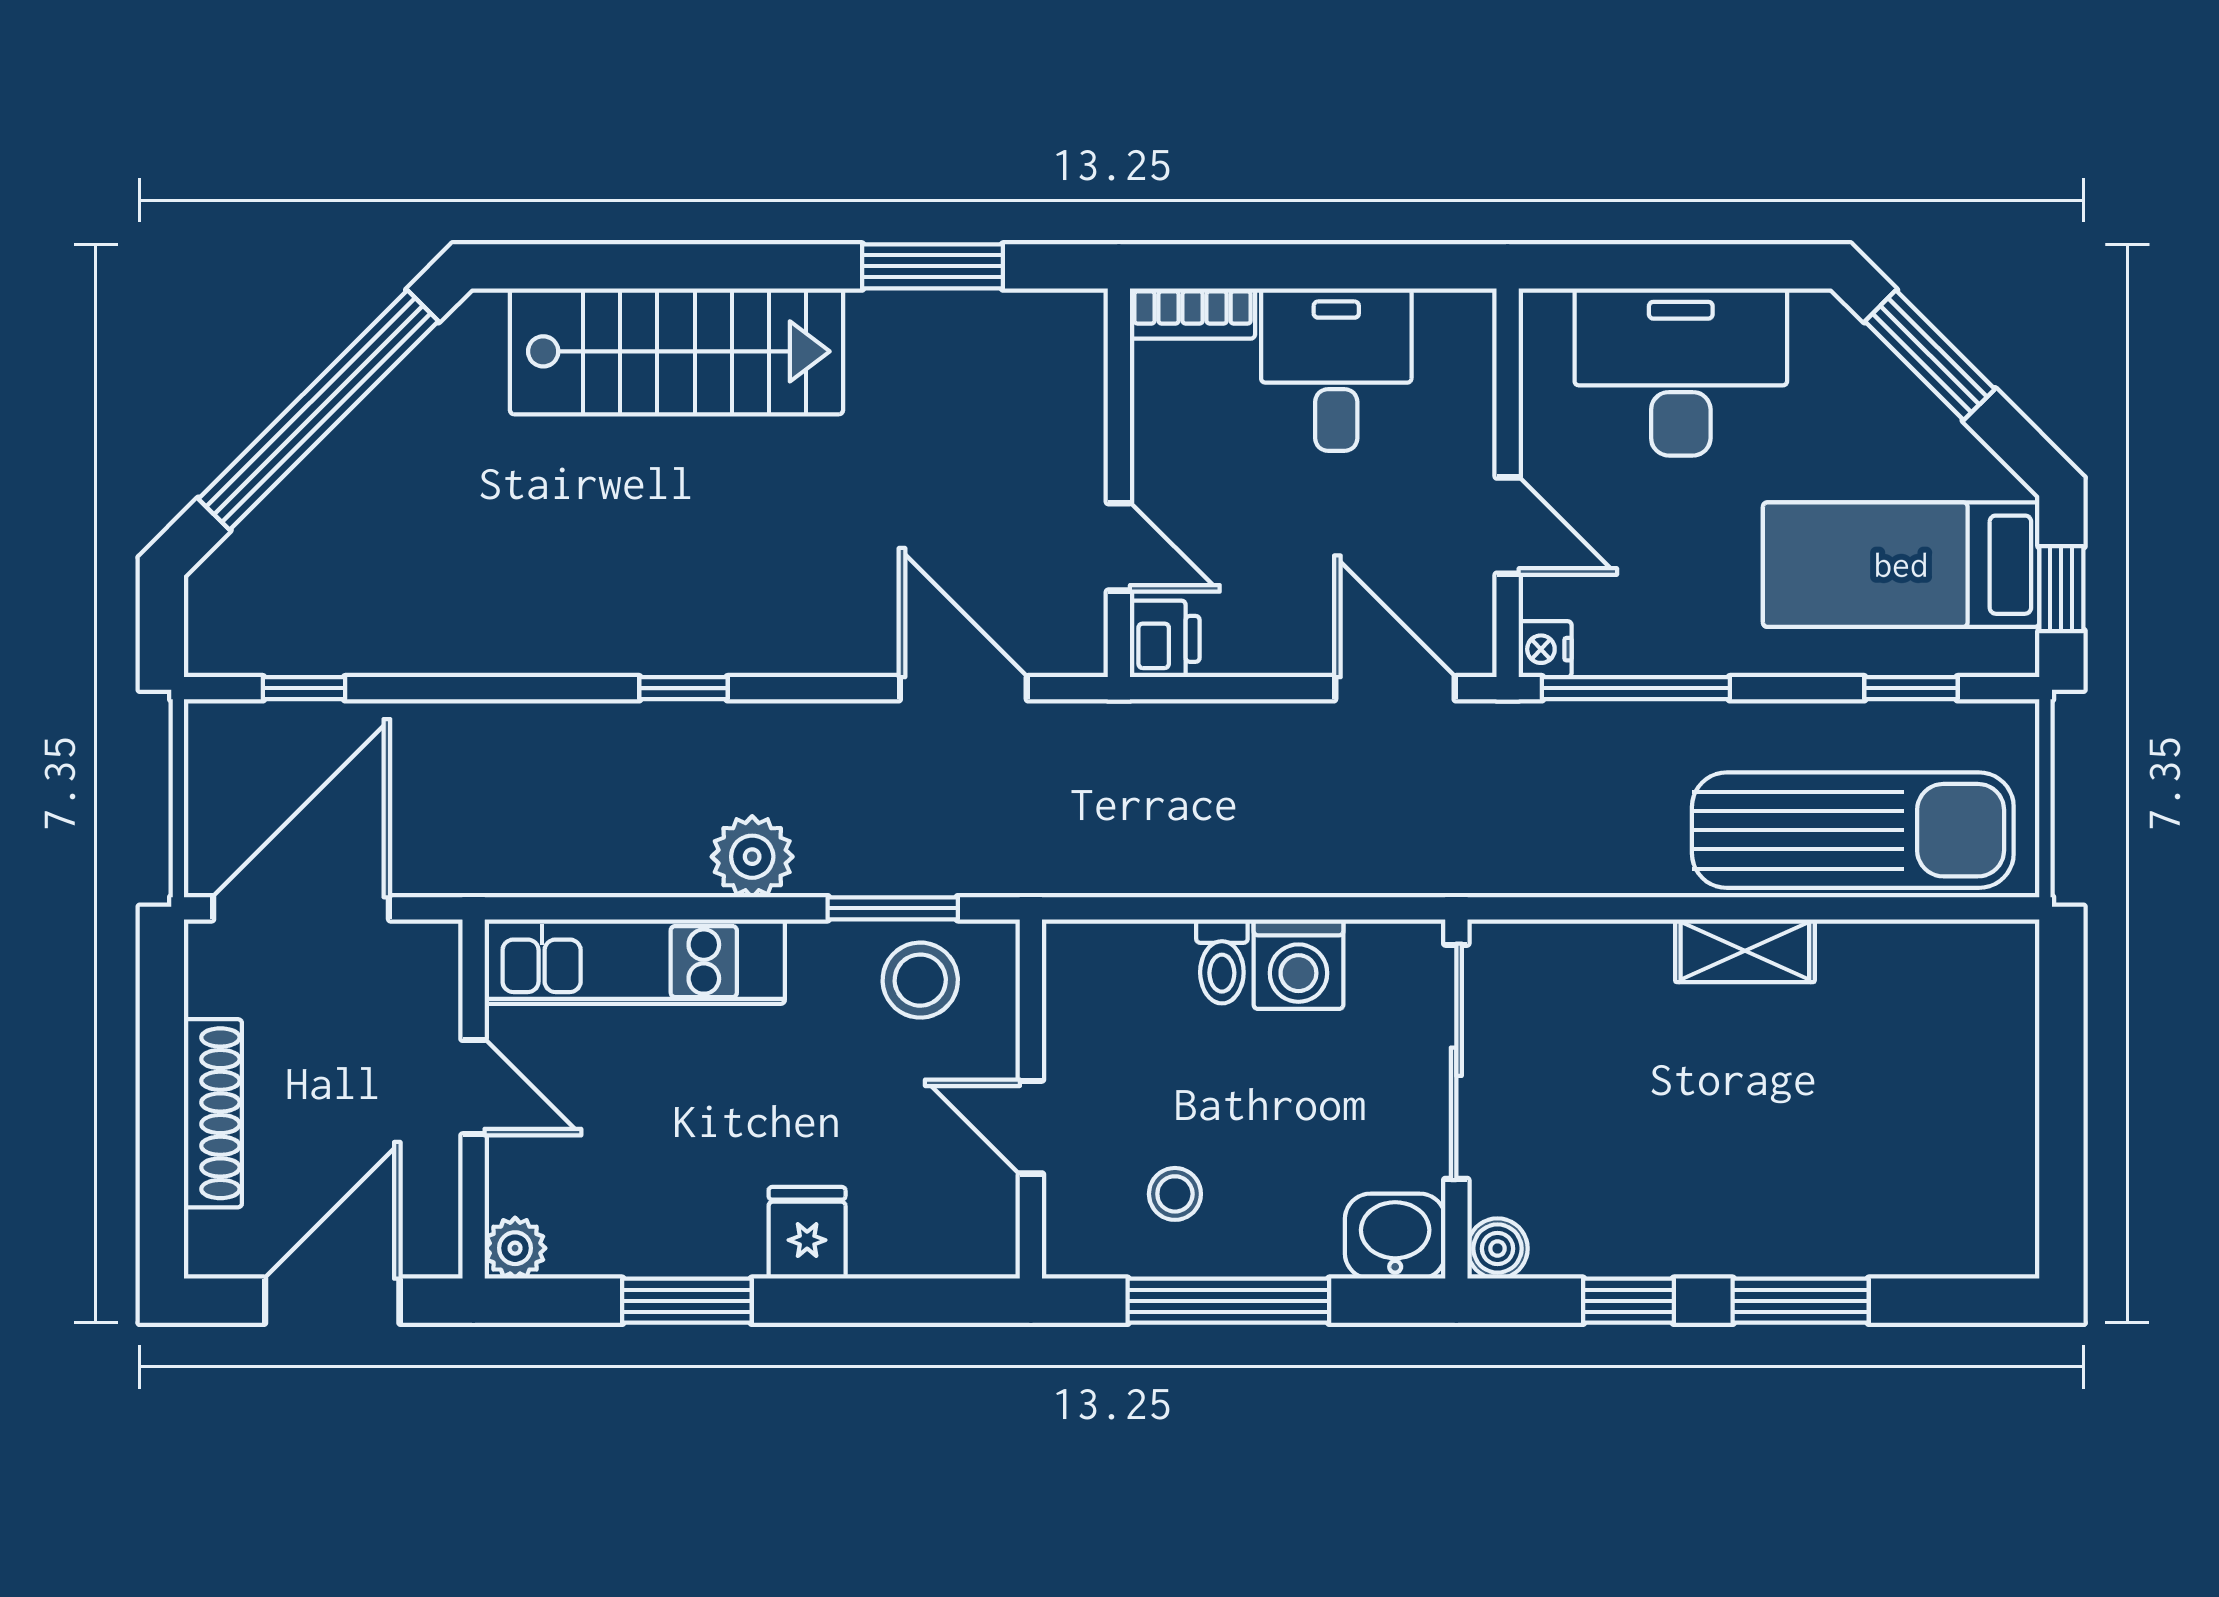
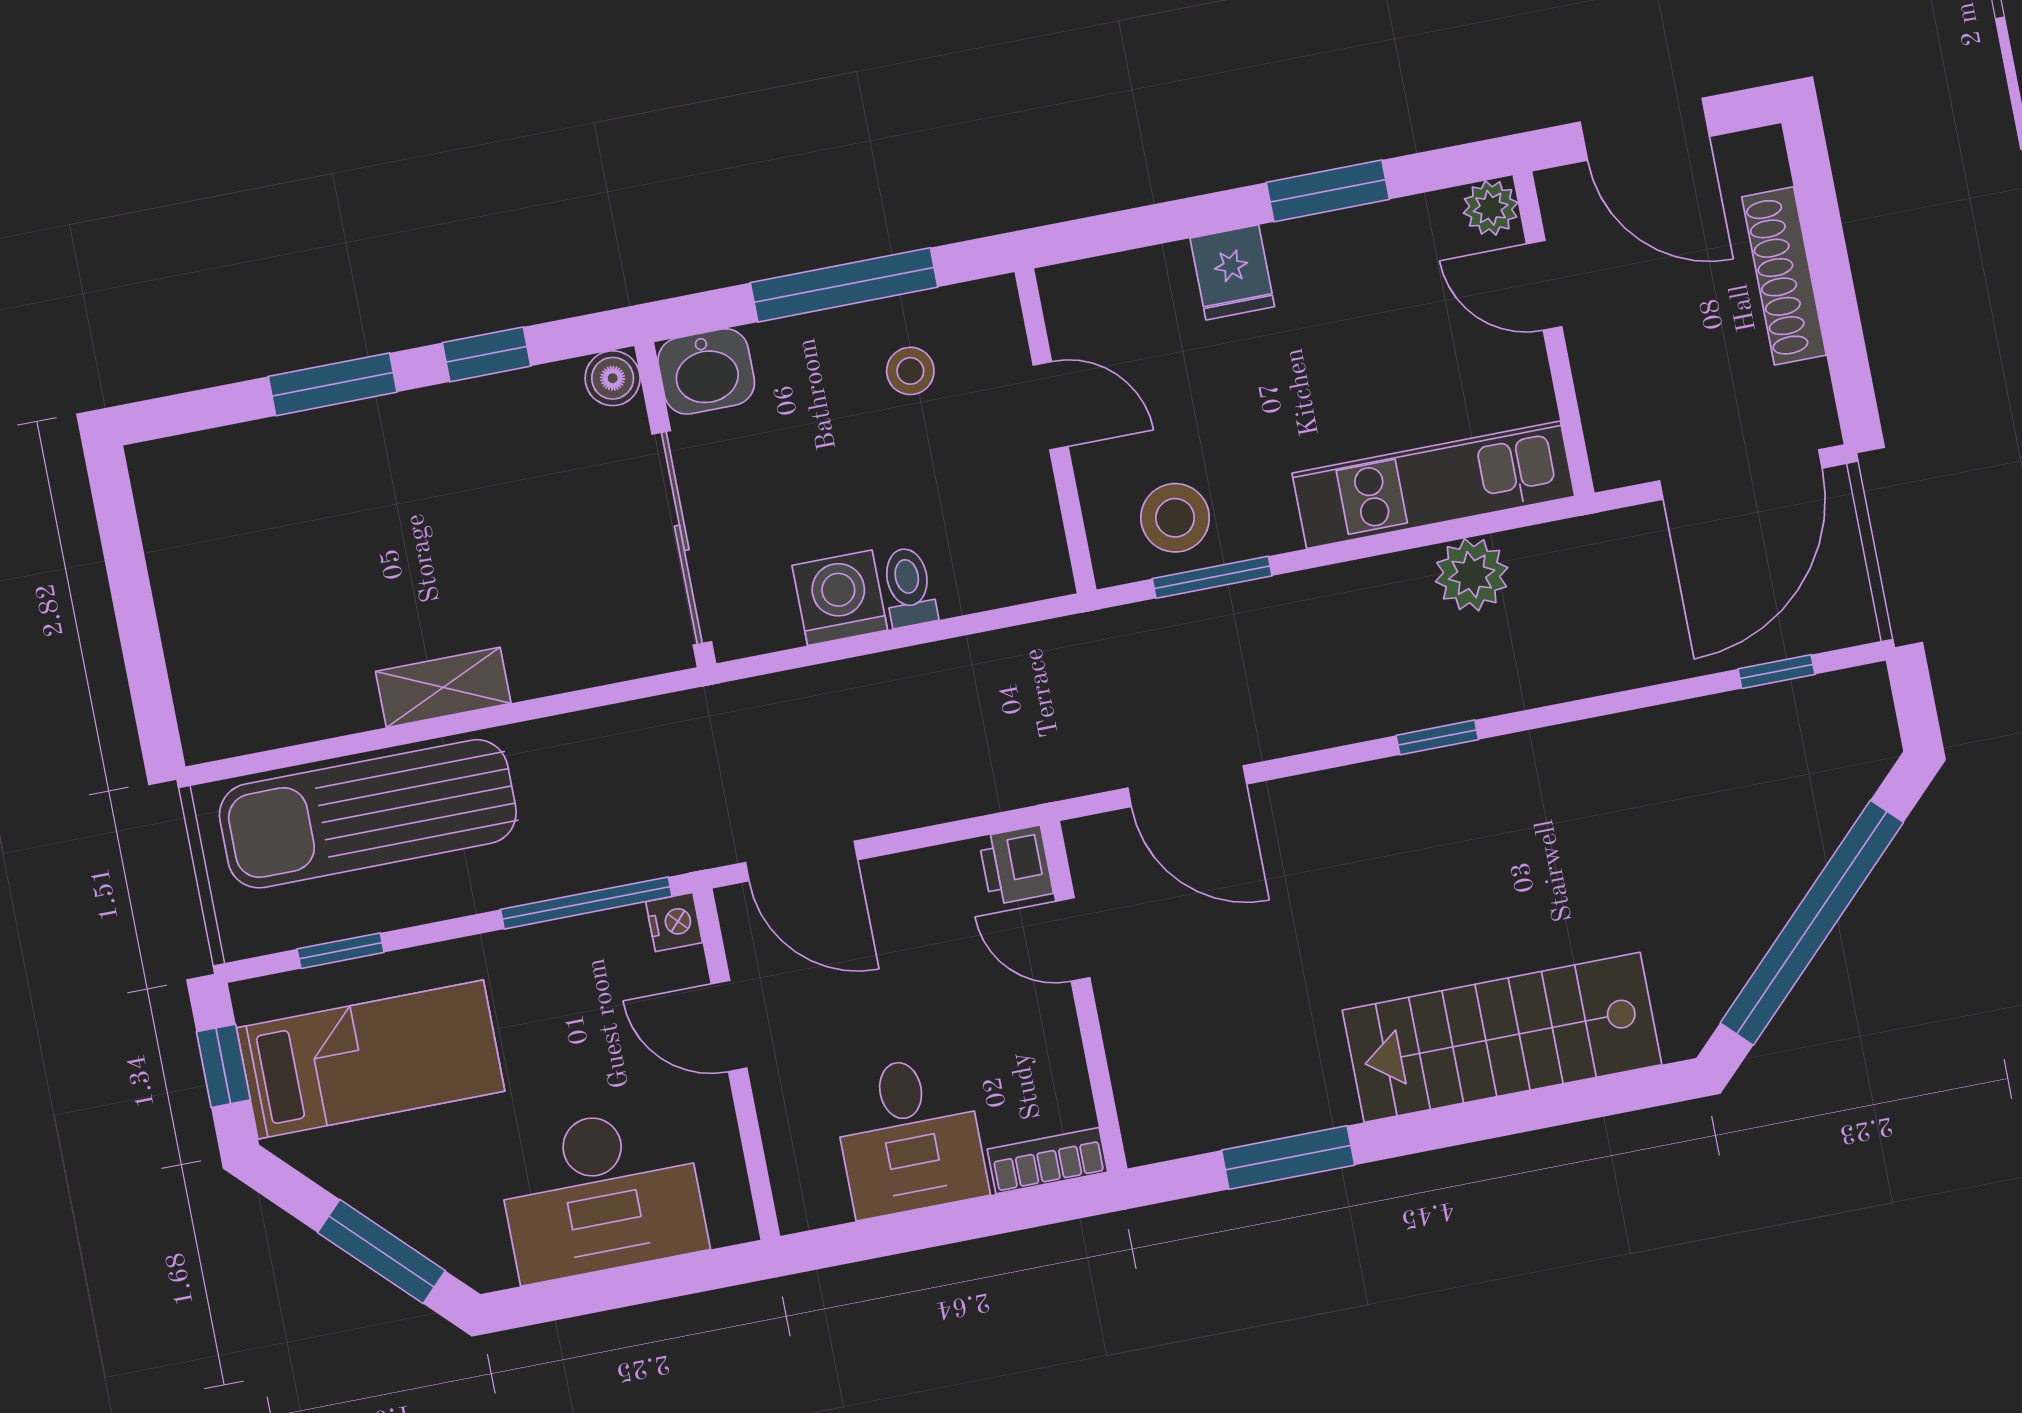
plant: (752, 857) -> (1472, 575), moved
door: (474, 1087) -> (1544, 285), moved
door: (332, 1301) -> (1645, 129), hinge flipped

